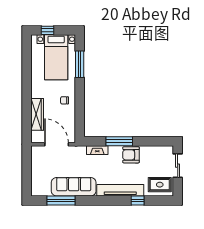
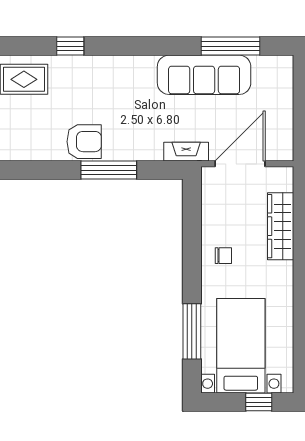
door: (57, 144) -> (240, 164), swing flipped
fireplace: (97, 150) -> (186, 152), moved
tv unit: (120, 190) -> (107, 67), removed

